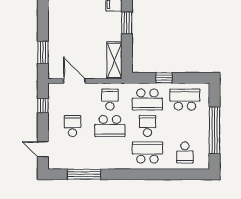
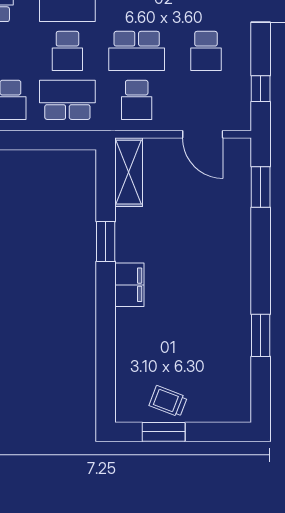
window: (164, 78) -> (37, 140), removed
school desk: (110, 126) -> (137, 51), turned 180

